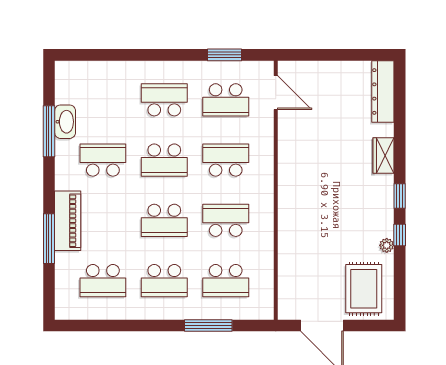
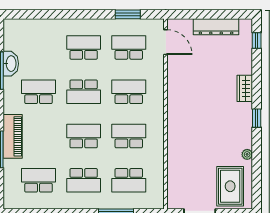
dresser: (383, 91) -> (216, 27), moved, turned -90
school desk: (226, 100) -> (129, 47), turned 180
school desk: (164, 220) -> (84, 136), turned 180
window: (400, 235) -> (257, 41), moved
school desk: (103, 281) -> (38, 180), turned 180

